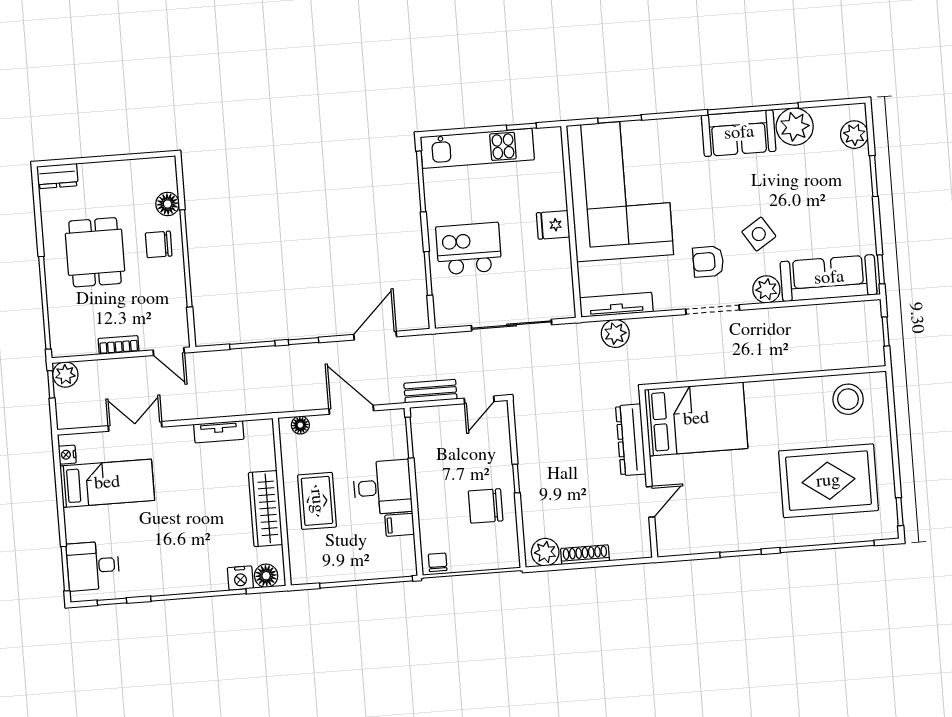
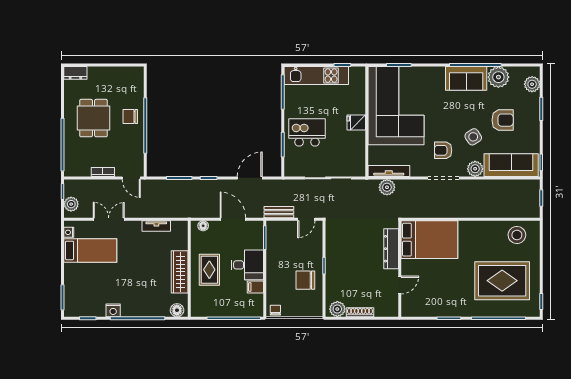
armchair: (808, 201) -> (503, 120), added
floor lamp: (168, 204) -> (137, 94), removed
plant: (65, 375) -> (71, 204), moved
desk: (93, 566) -> (79, 297), removed
nightstand: (240, 578) -> (113, 310), moved

